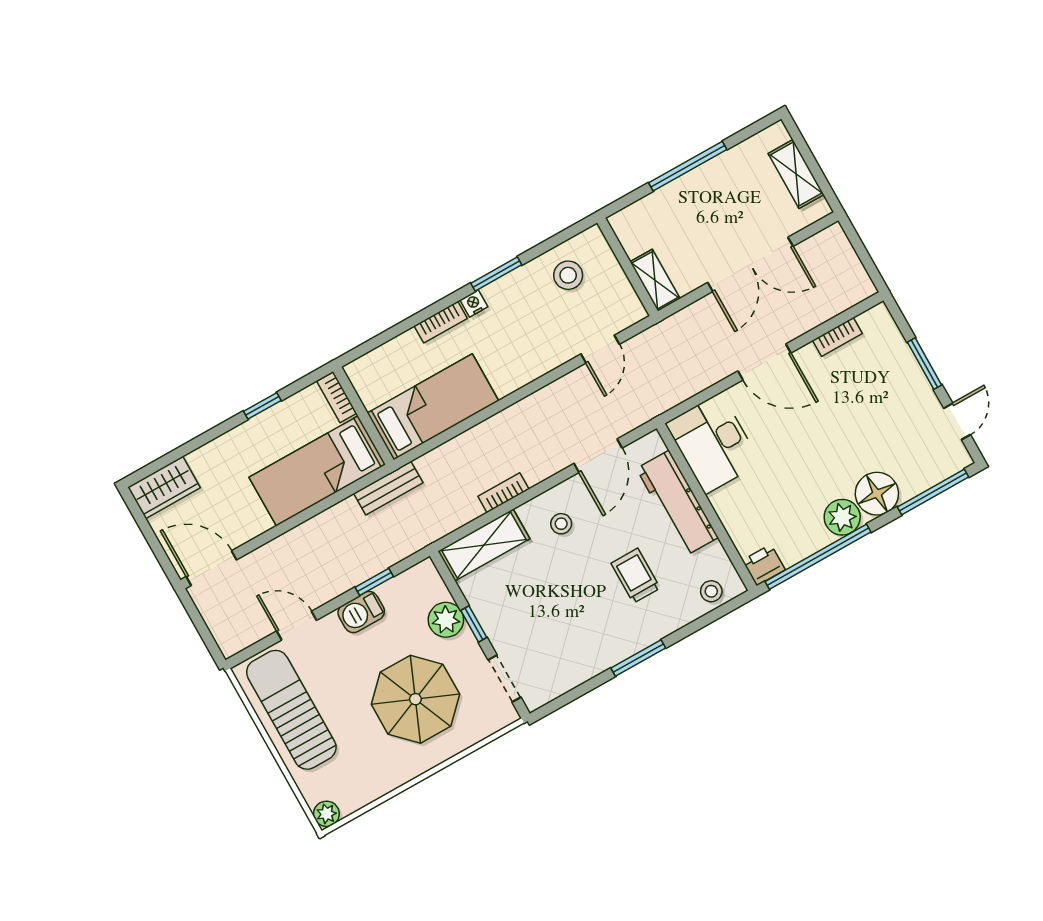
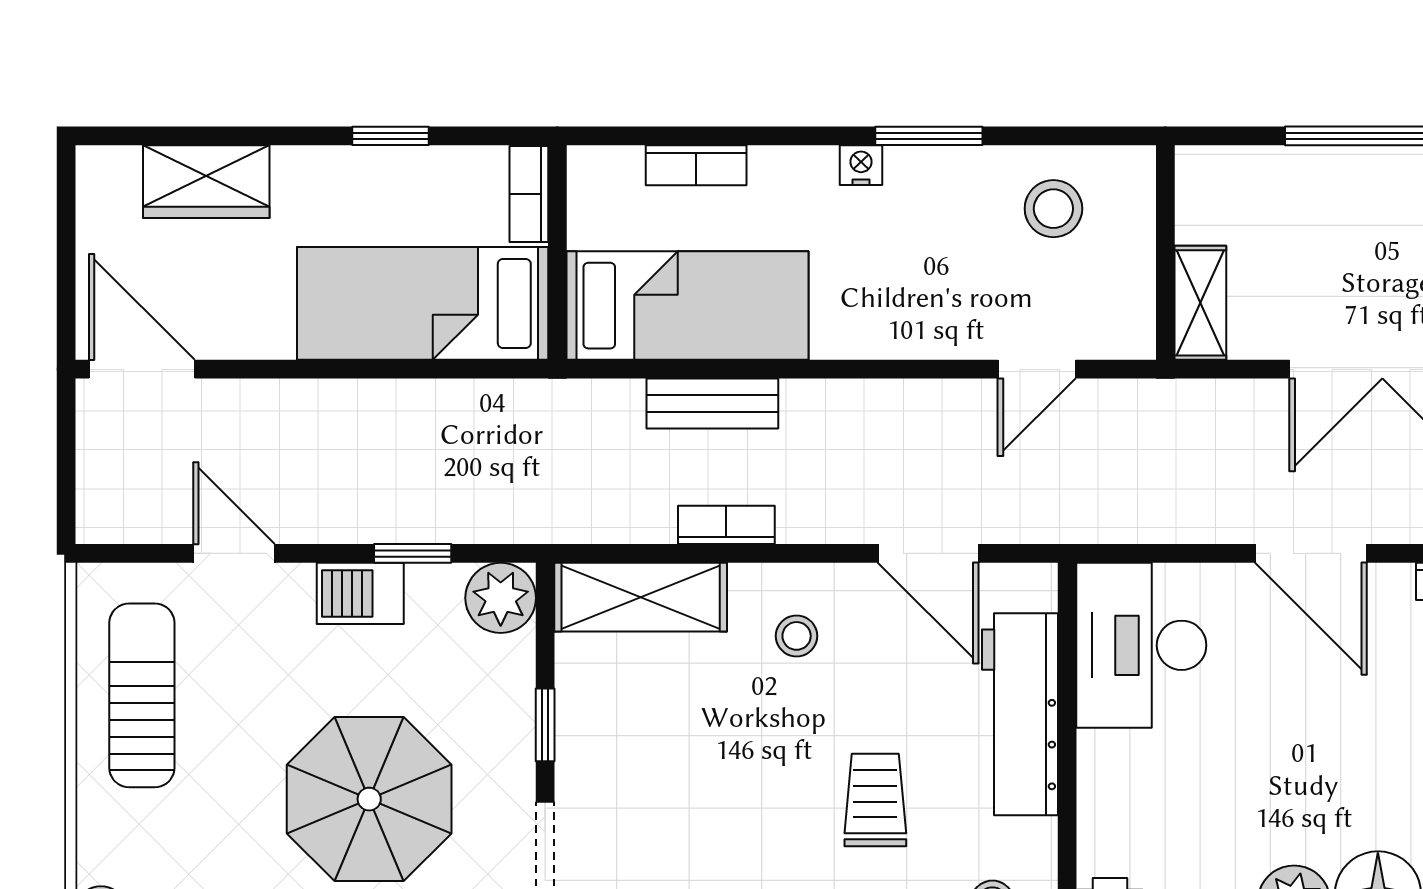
bookcase: (441, 322) -> (696, 165), moved
door: (598, 456) -> (928, 553), hinge flipped
wardrobe: (164, 487) -> (206, 182), moved
bench: (388, 488) -> (712, 404), moved
plant: (446, 620) -> (501, 598), moved
sun lounger: (291, 710) -> (142, 695), width x0.73, depth x0.75

